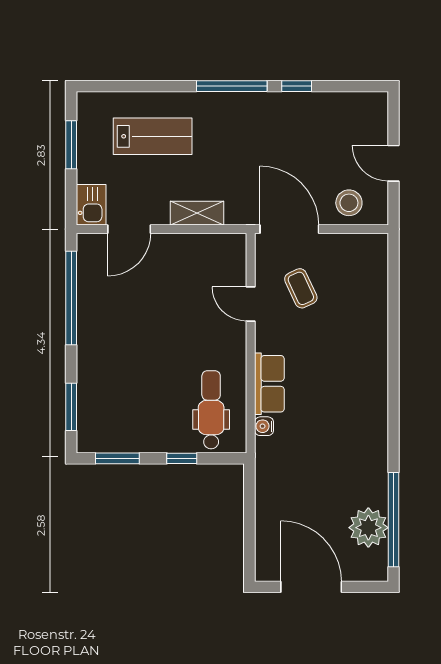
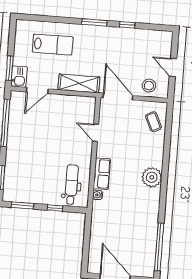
window: (232, 86) -> (94, 22), width x0.69
window: (71, 145) -> (10, 68), moved
shelving: (197, 213) -> (79, 83), width x1.50, depth x1.33
coffee table: (301, 288) -> (153, 122), moved
plant: (368, 528) -> (152, 177), moved

